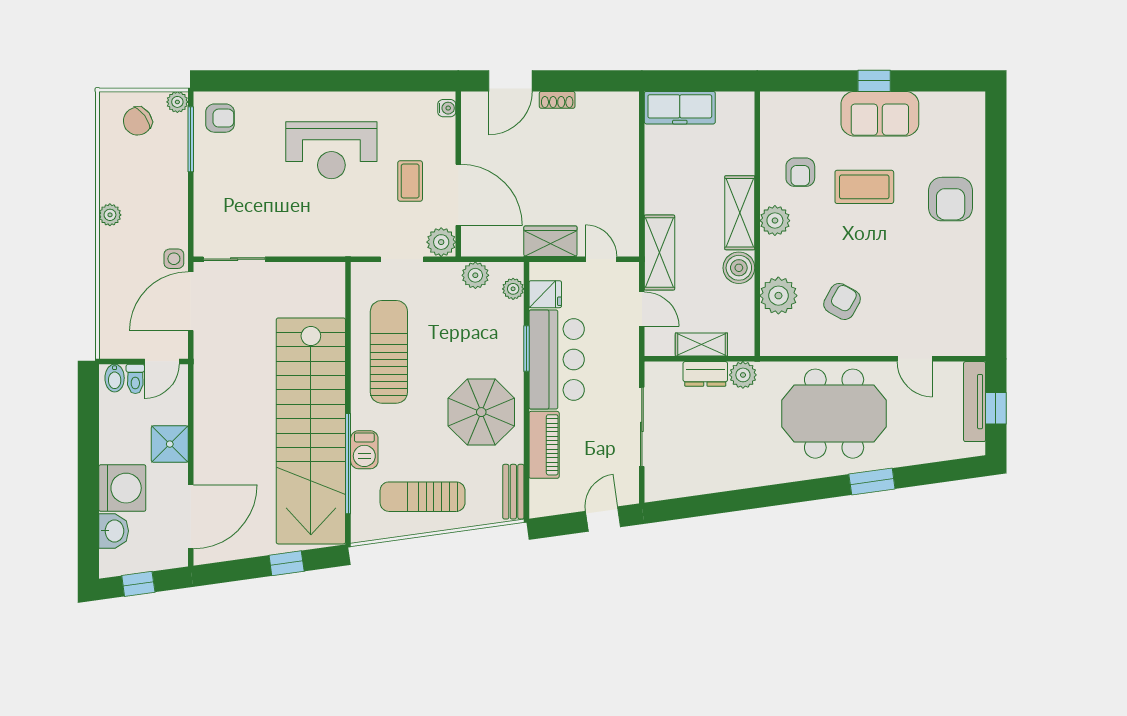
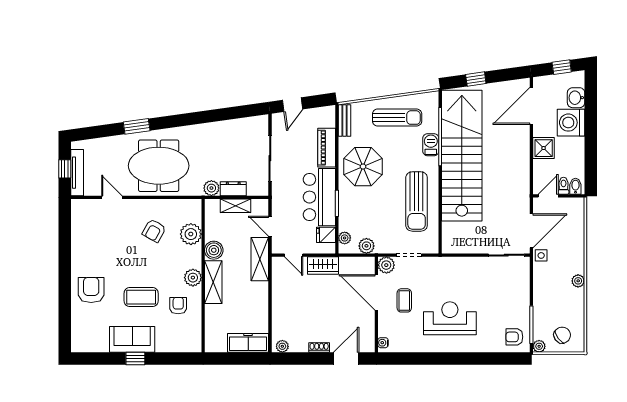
plant: (621, 102) -> (282, 346), added

